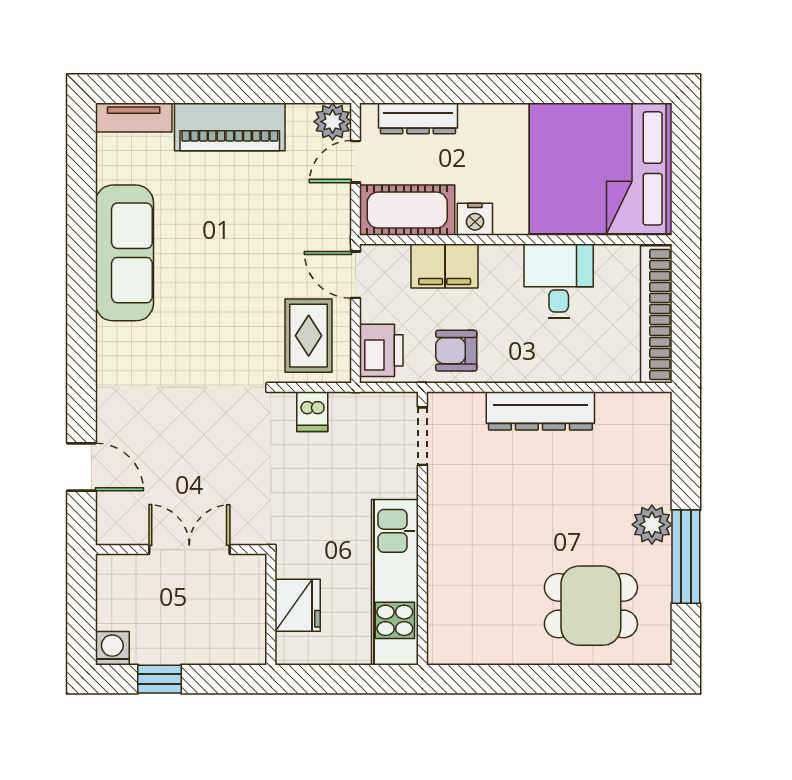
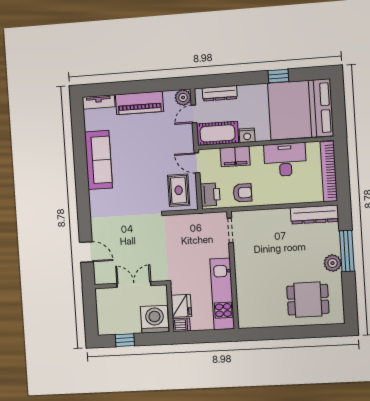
window: (555, 89) -> (278, 76), added
desk: (559, 281) -> (285, 160), width x1.37
armchair: (456, 351) -> (242, 193), turned 180
dresser: (540, 411) -> (315, 215), moved
dishwasher: (312, 412) -> (181, 325), moved, turned -90
window: (686, 557) -> (347, 251), moved
washing machine: (112, 648) -> (155, 319), moved, width x1.89, depth x1.89

